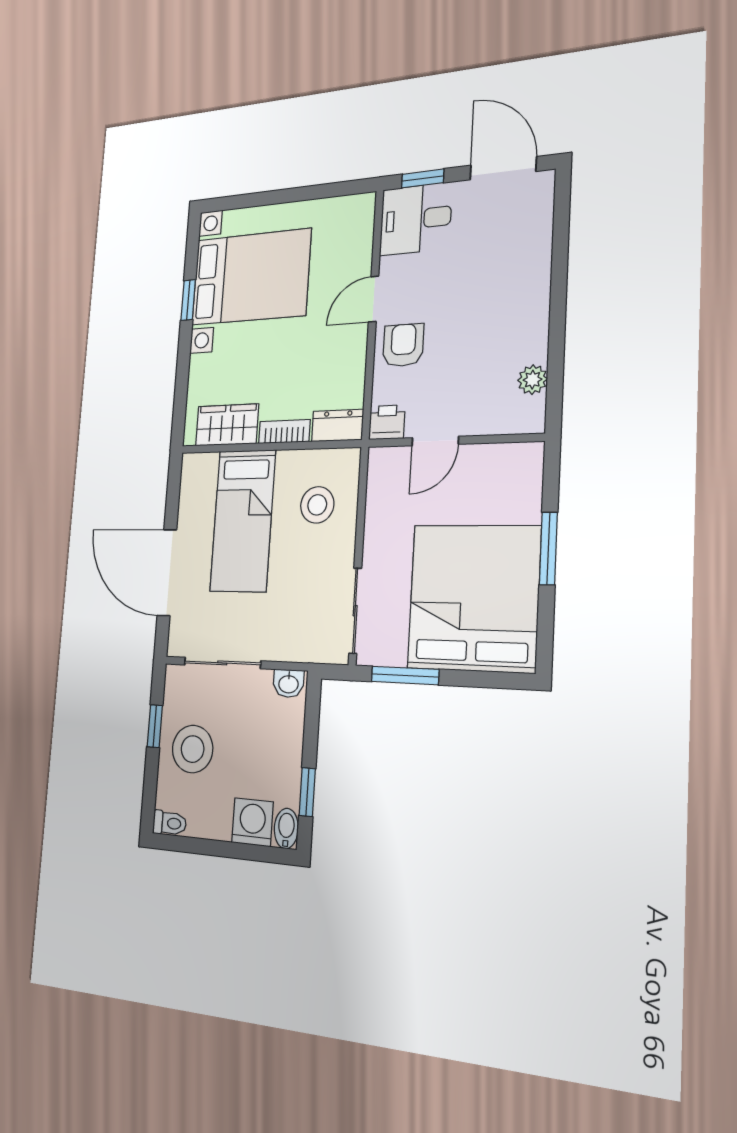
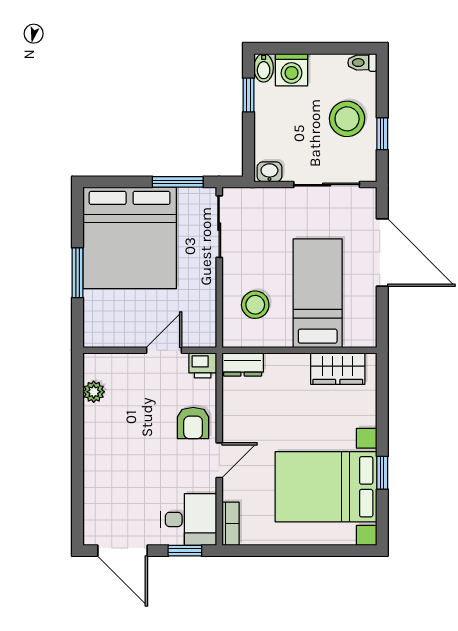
bookcase: (284, 432) -> (230, 524), moved, turned -90

